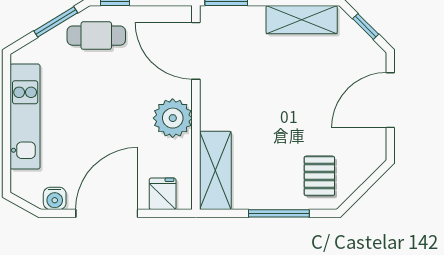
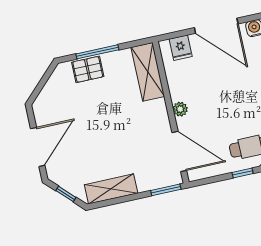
plant: (173, 118) -> (180, 109), width x0.53, depth x0.53
pallet: (319, 176) -> (88, 69), moved, turned 90
door: (107, 213) -> (216, 26), hinge flipped

